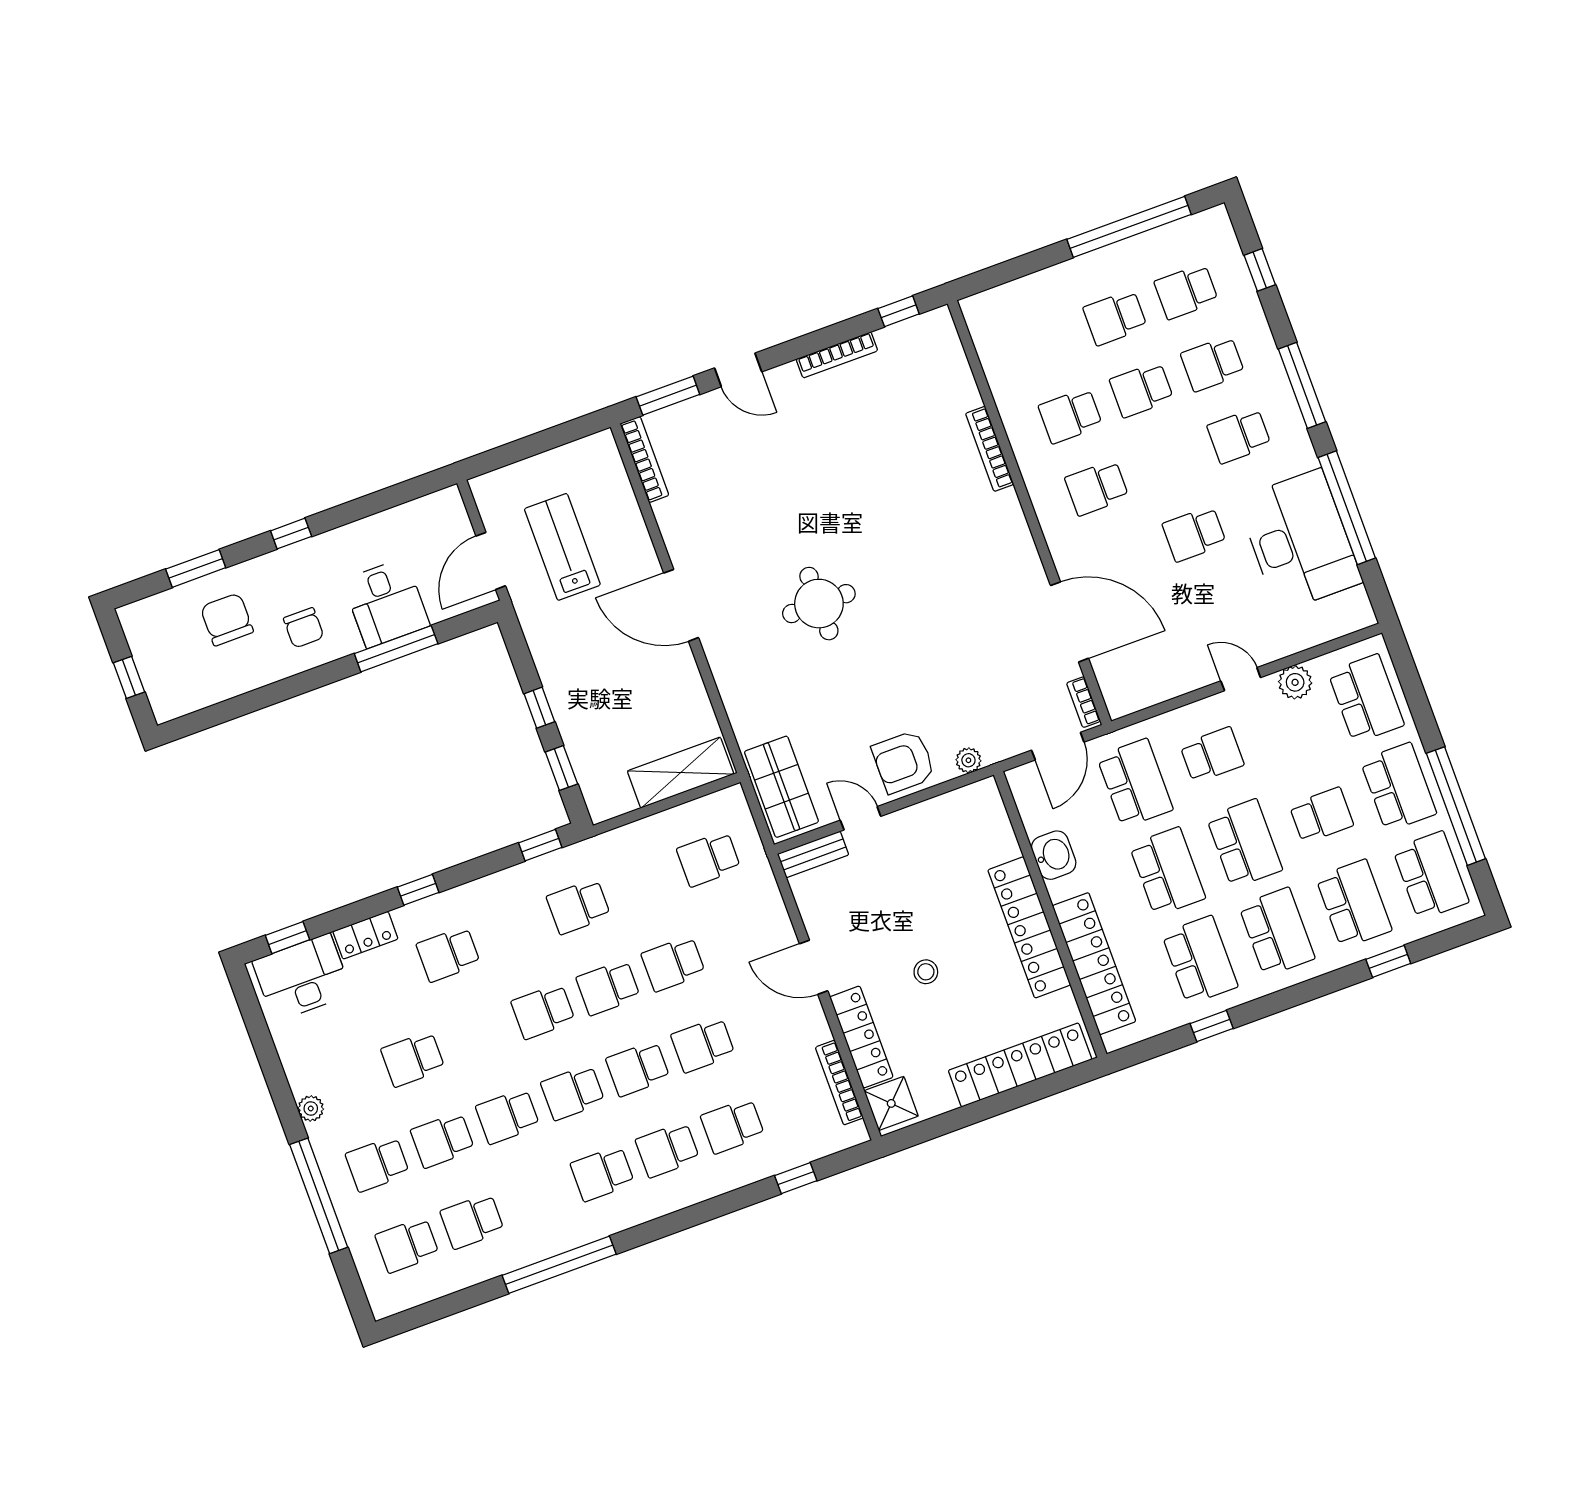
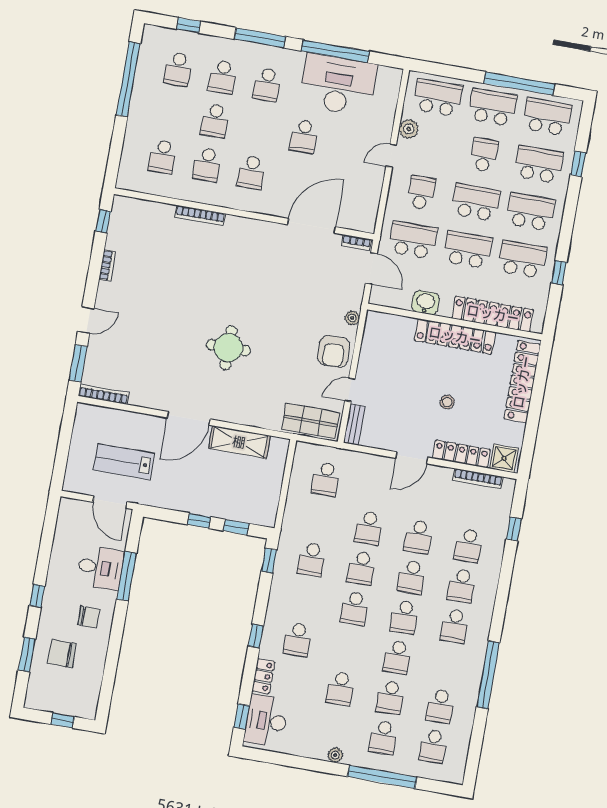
school desk: (1115, 318) -> (163, 157), moved
bookcase: (837, 355) -> (107, 265), width x0.64
shelving: (681, 773) -> (239, 442), moved, turned 90

